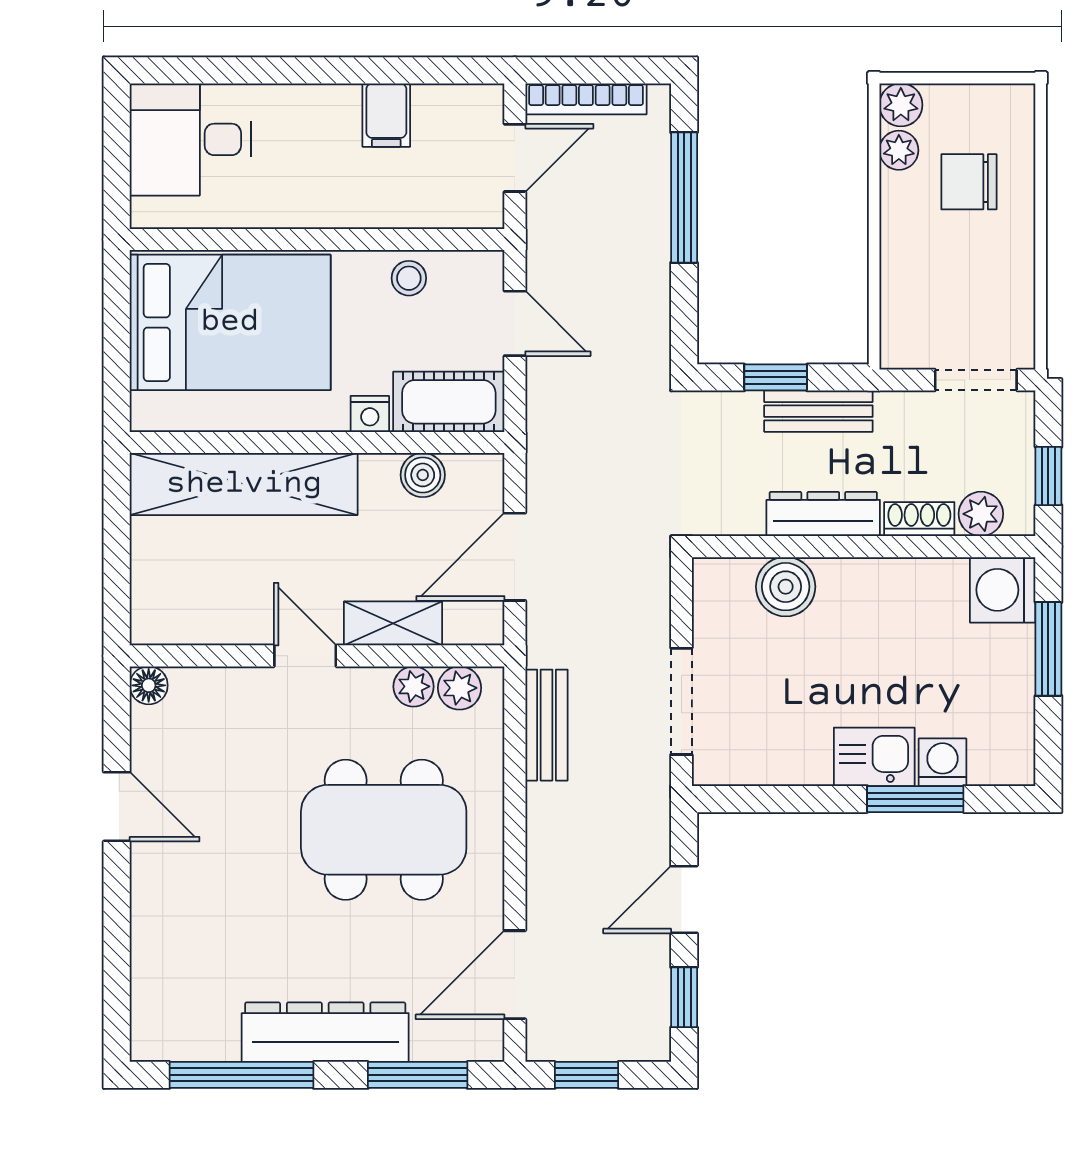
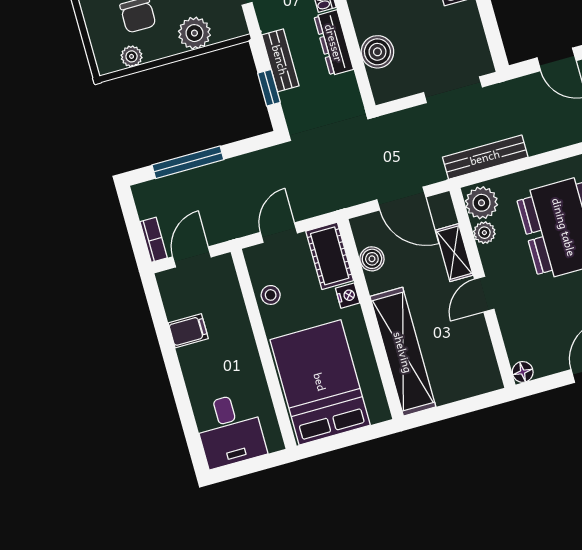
bookcase: (586, 99) -> (154, 240), width x0.64
plant: (901, 105) -> (194, 33), moved, width x1.38, depth x1.38
door: (515, 158) -> (192, 257), hinge flipped
plant: (460, 688) -> (482, 203), width x1.38, depth x1.38
bench: (546, 725) -> (485, 157), width x1.36

